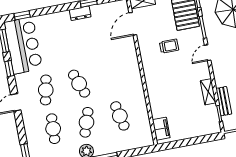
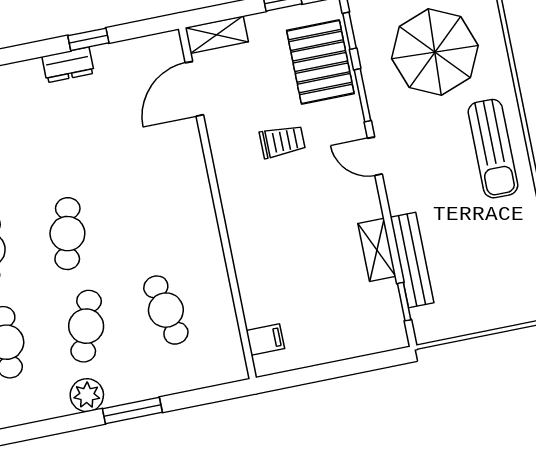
door: (208, 53) -> (375, 156), hinge flipped
cafe table: (79, 84) -> (67, 234), turned 33
bench: (224, 101) -> (412, 260), width x1.36
filing cabinet: (161, 129) -> (265, 339), width x0.50

